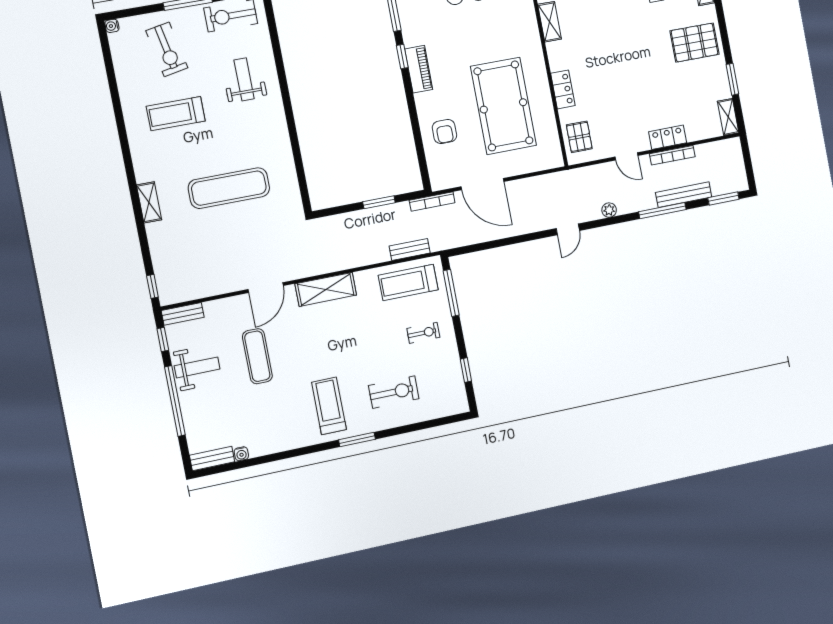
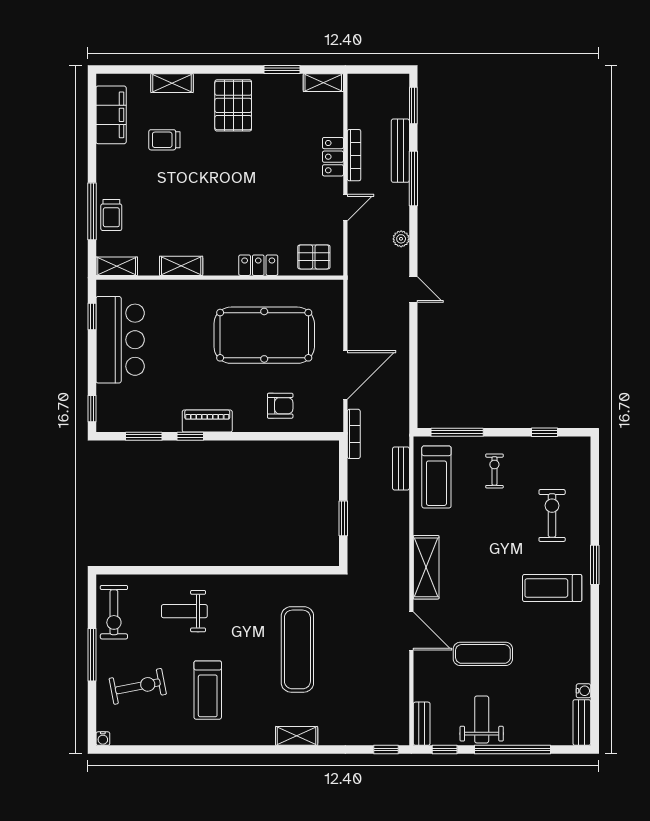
window: (379, 202) -> (343, 518), moved

